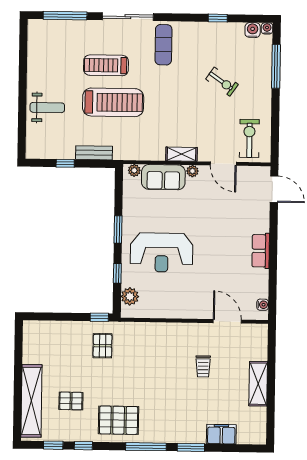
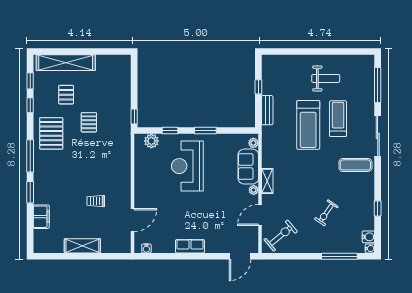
weight bench: (47, 108) -> (326, 78), moved, turned -90
exercise bike: (249, 138) -> (281, 236), turned -40
pallet: (102, 346) -> (89, 122), moved, turned 90

